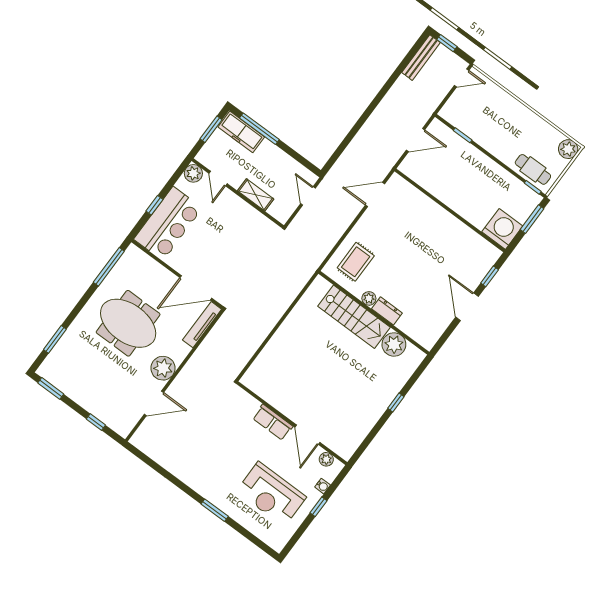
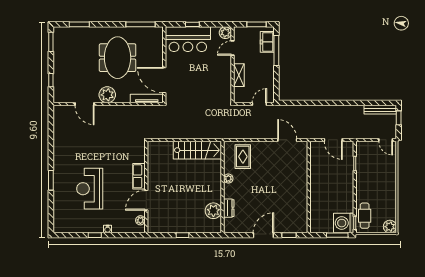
freezer: (241, 132) -> (267, 42), width x0.71
washing machine: (502, 229) -> (344, 223), moved, turned 180
rug: (356, 262) -> (243, 157), turned 90
dresser: (387, 311) -> (229, 208), moved
stairs: (354, 317) -> (197, 150), moved, turned -90
row of seats: (273, 422) -> (139, 176), moved
wall: (292, 423) -> (146, 187), moved
door: (307, 435) -> (146, 200), moved
plant: (326, 459) -> (140, 220), moved
reception desk: (271, 494) -> (90, 189), moved

